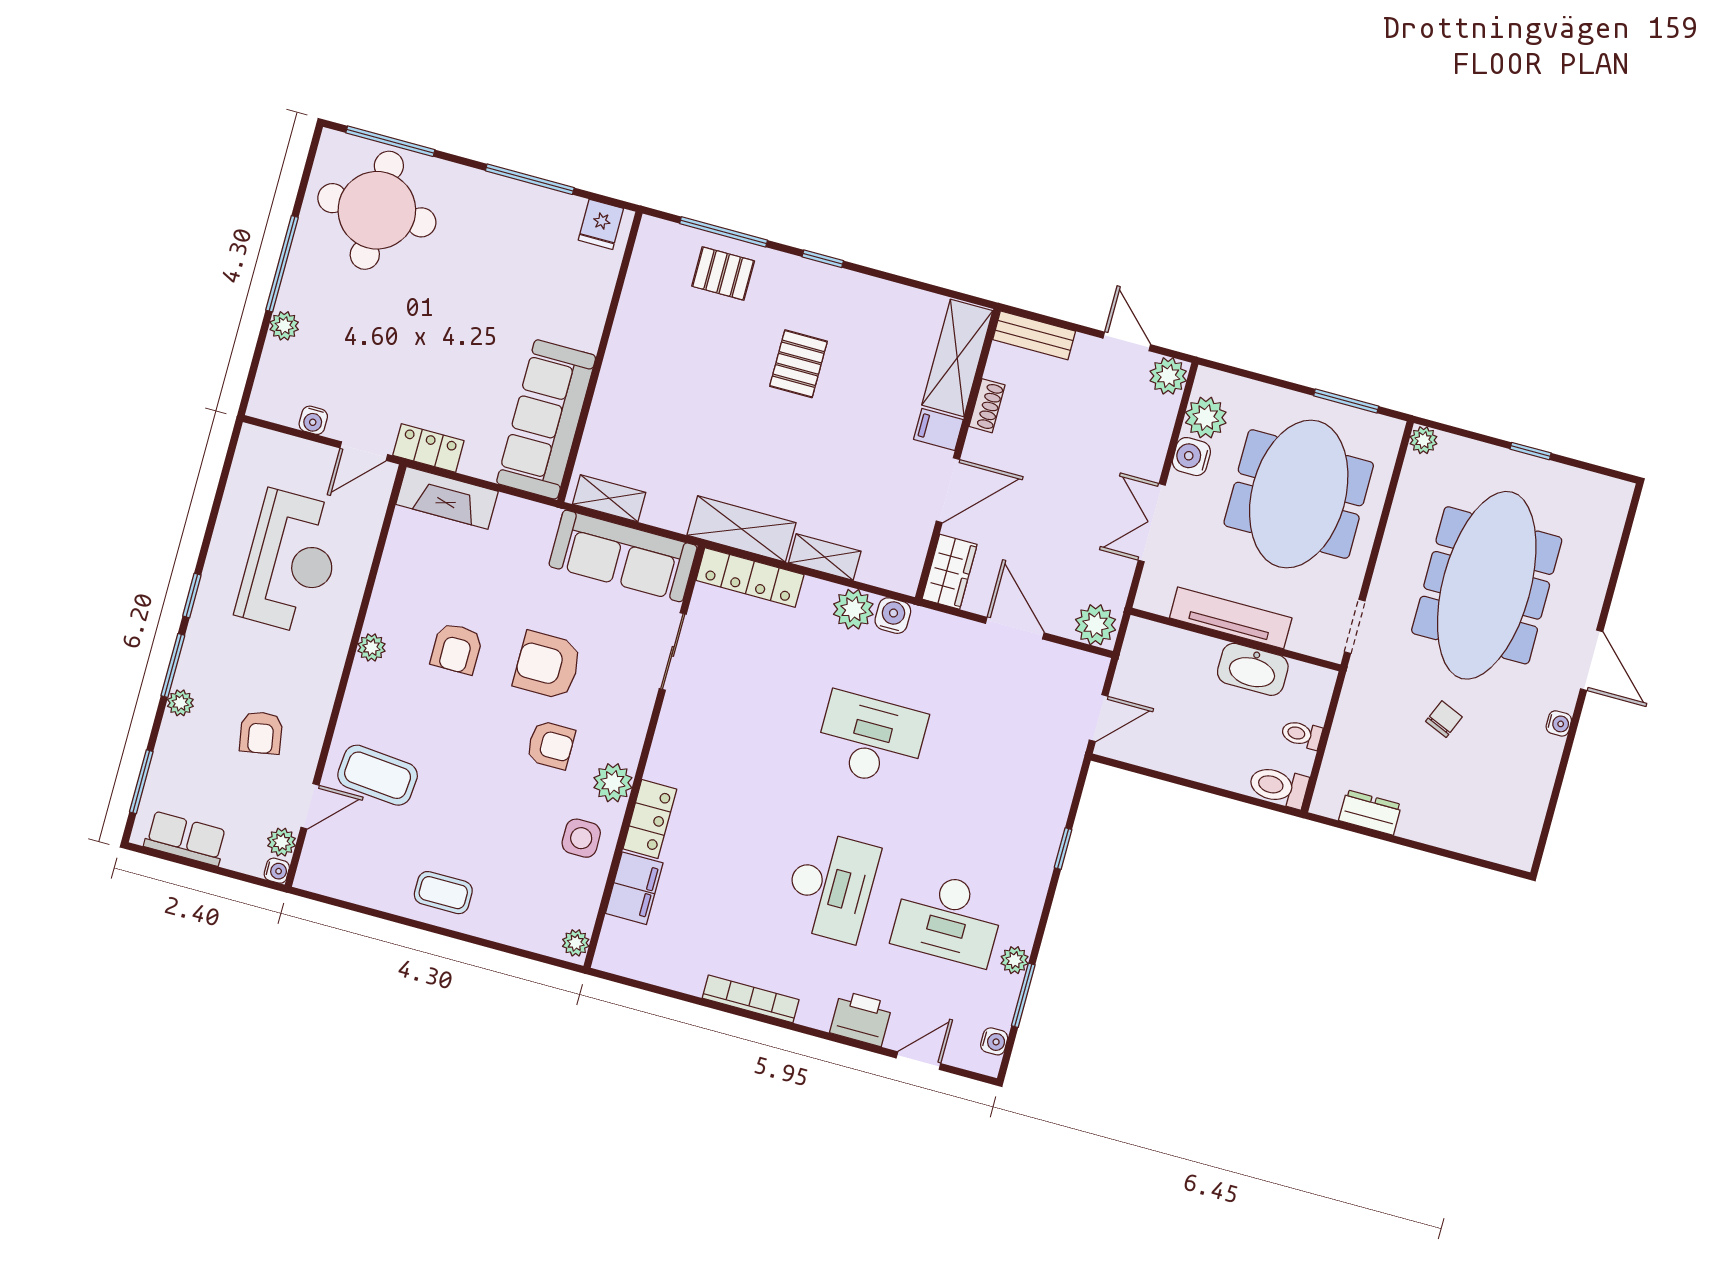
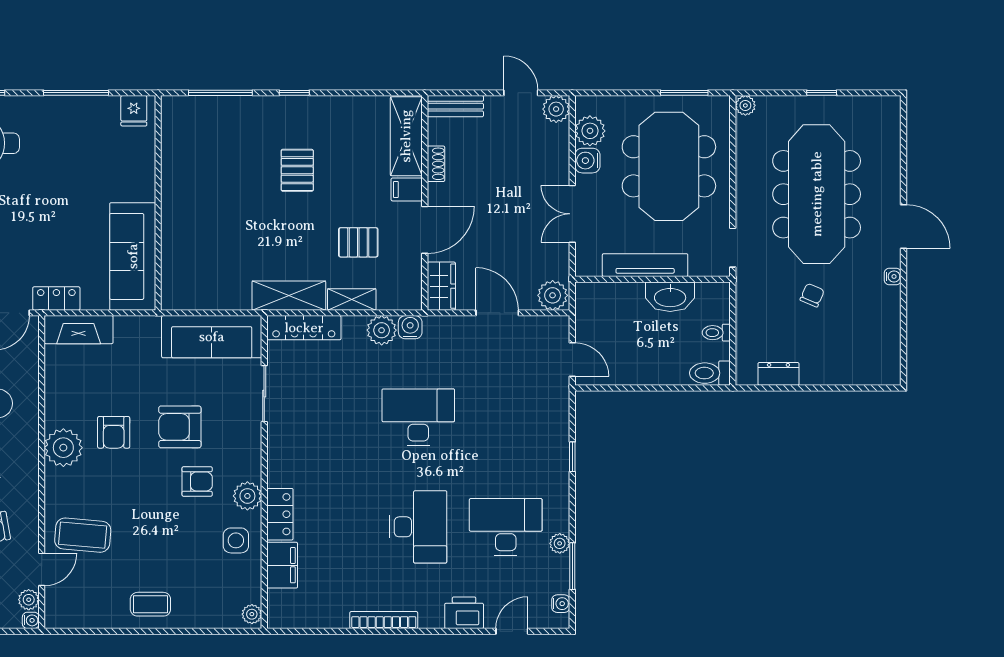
pallet: (723, 273) -> (358, 242), moved
shelving: (609, 498) -> (191, 299), removed
plant: (371, 647) -> (63, 448), width x1.88, depth x1.88
door: (1099, 718) -> (572, 360), hinge flipped
desk: (948, 918) -> (506, 527), turned 180

